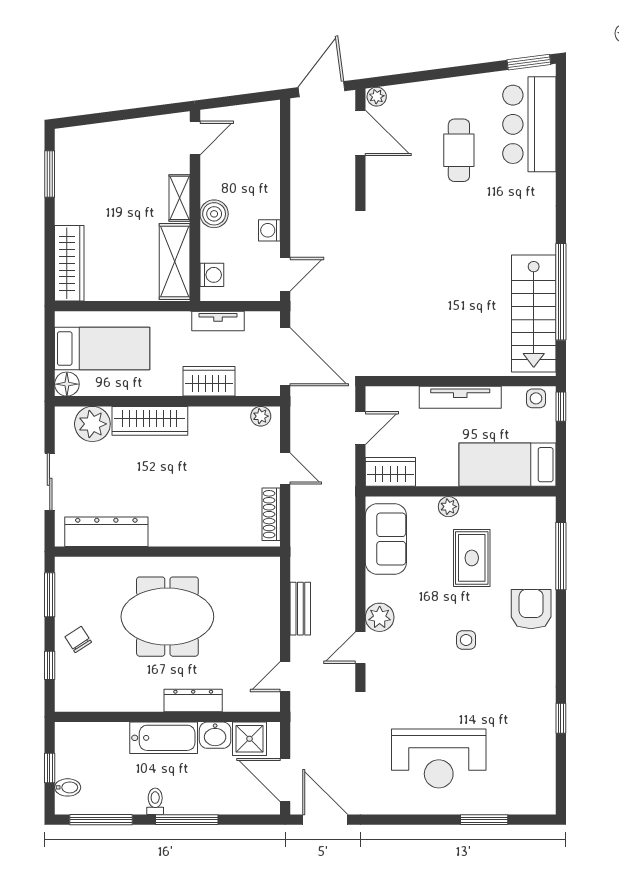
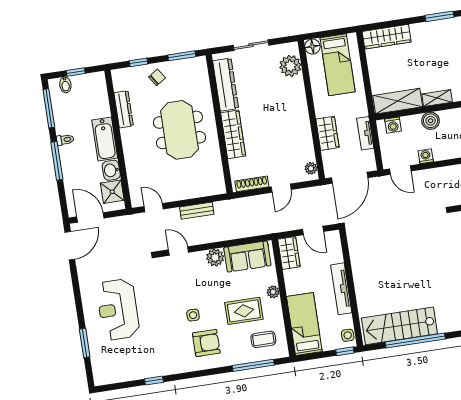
wardrobe: (150, 421) -> (233, 134), moved, turned 180
coffee table: (522, 534) -> (263, 339), added
armchair: (531, 609) -> (206, 343), moved
plant: (380, 617) -> (215, 258), moved
dresser: (193, 701) -> (124, 109), moved
door: (285, 780) -> (90, 217), hinge flipped

